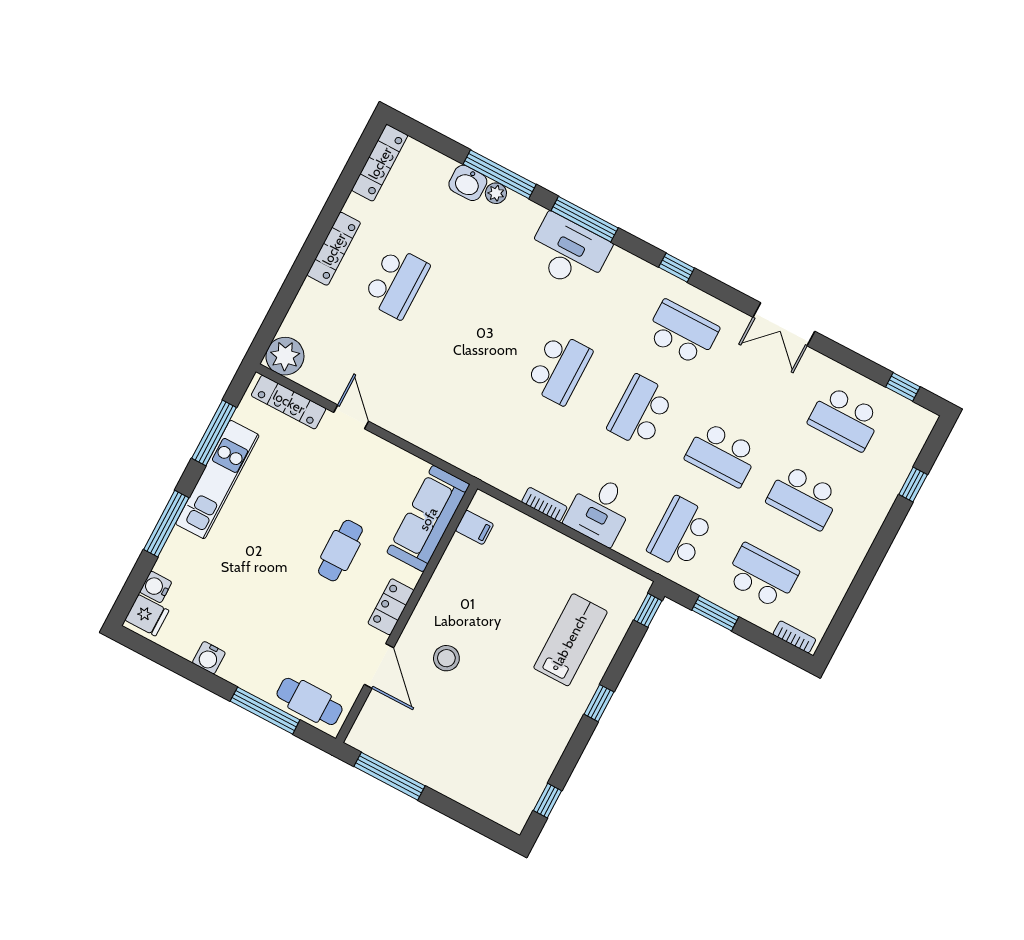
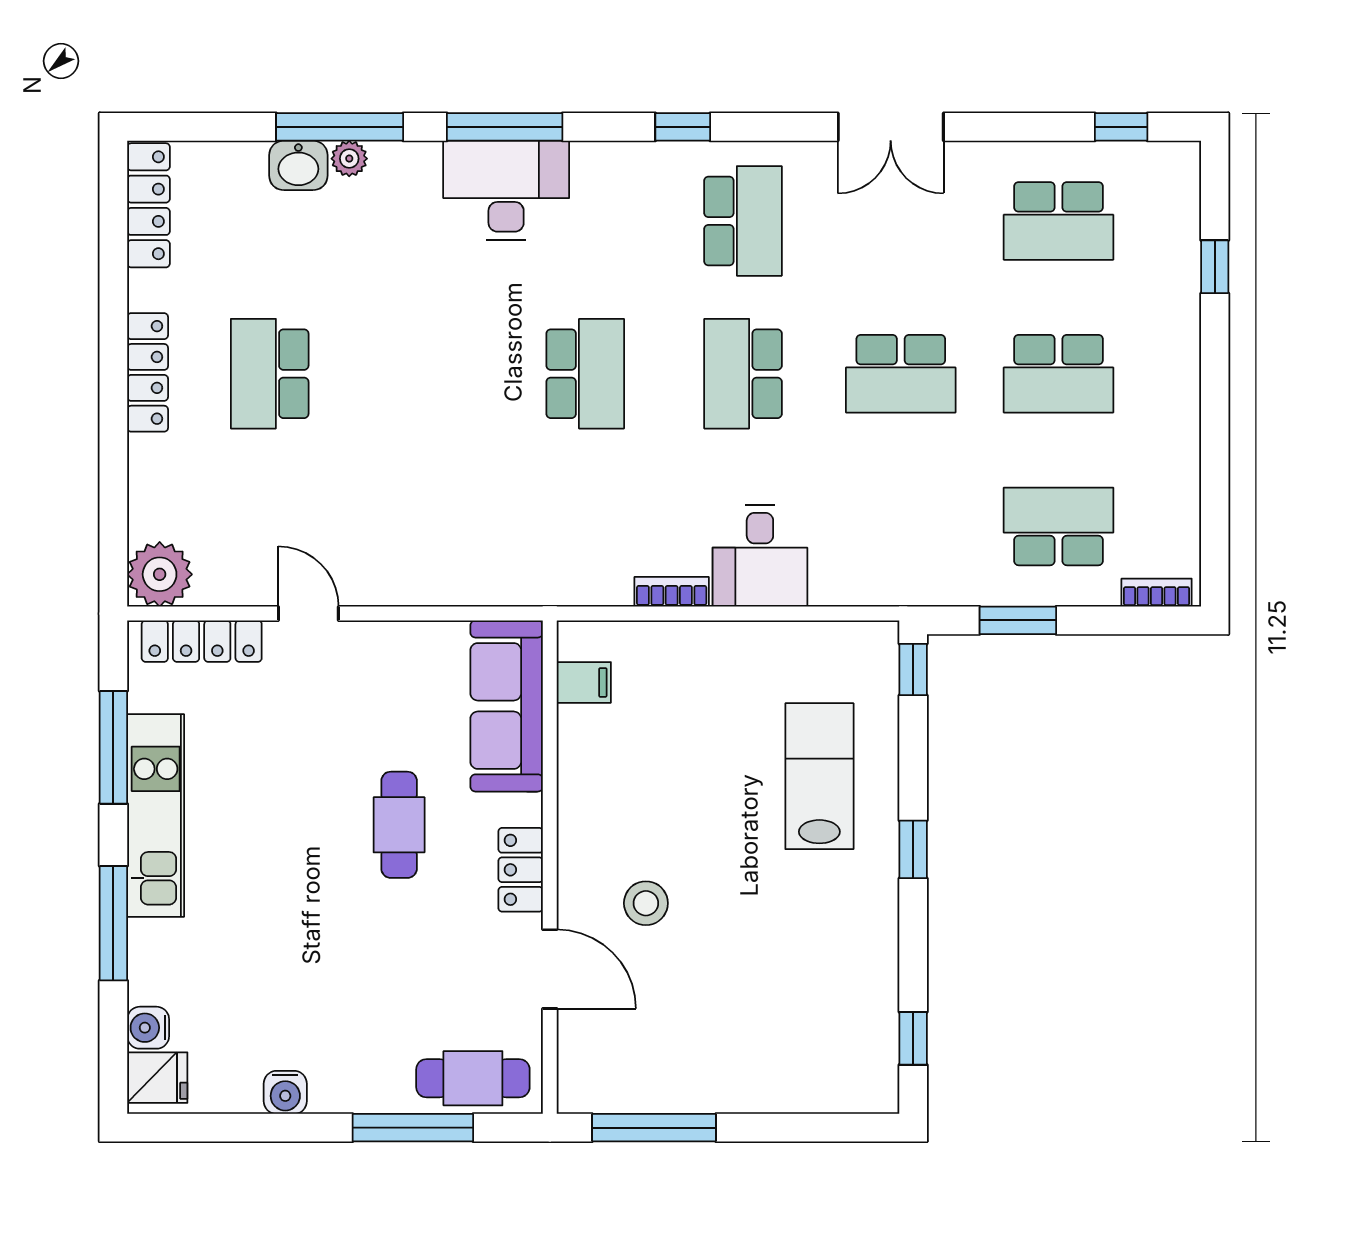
school desk: (396, 283) -> (270, 374), turned 180
school desk: (682, 333) -> (743, 221), turned 90
school desk: (680, 533) -> (901, 526), removed

